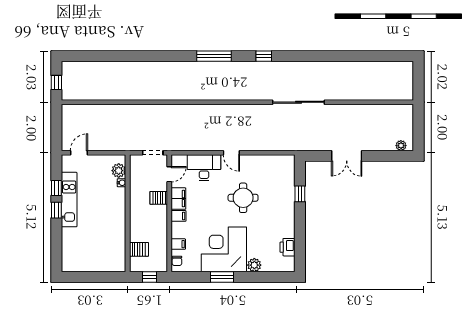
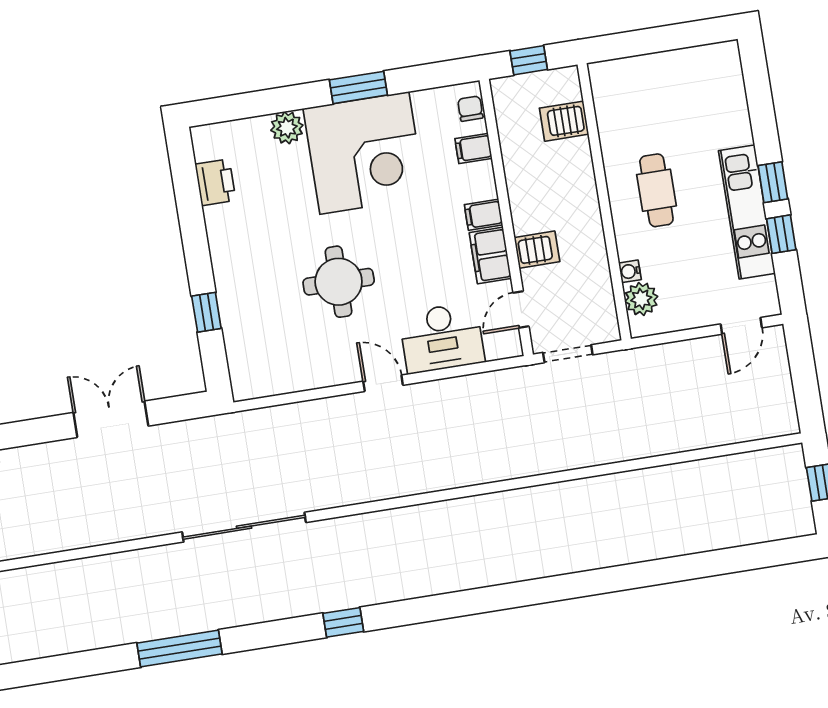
window: (214, 56) -> (180, 649), moved
cafe table: (105, 215) -> (656, 190), added

